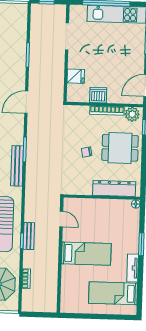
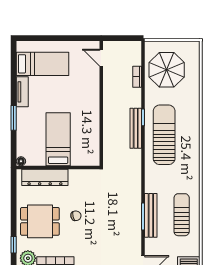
bench: (17, 166) -> (151, 215), moved
door: (61, 219) -> (101, 58), moved
bench: (29, 236) -> (136, 128), width x1.36
bed: (86, 254) -> (58, 139), moved, turned 90

